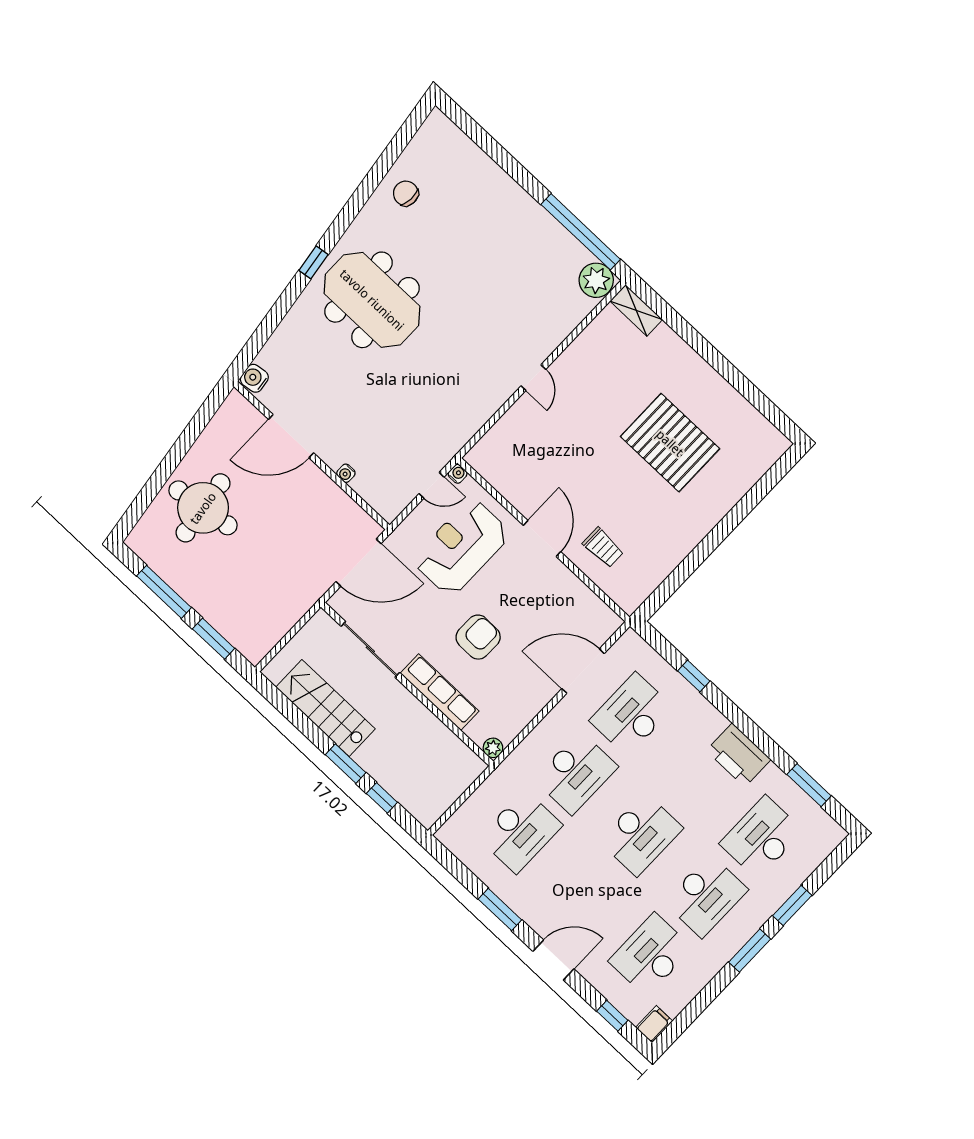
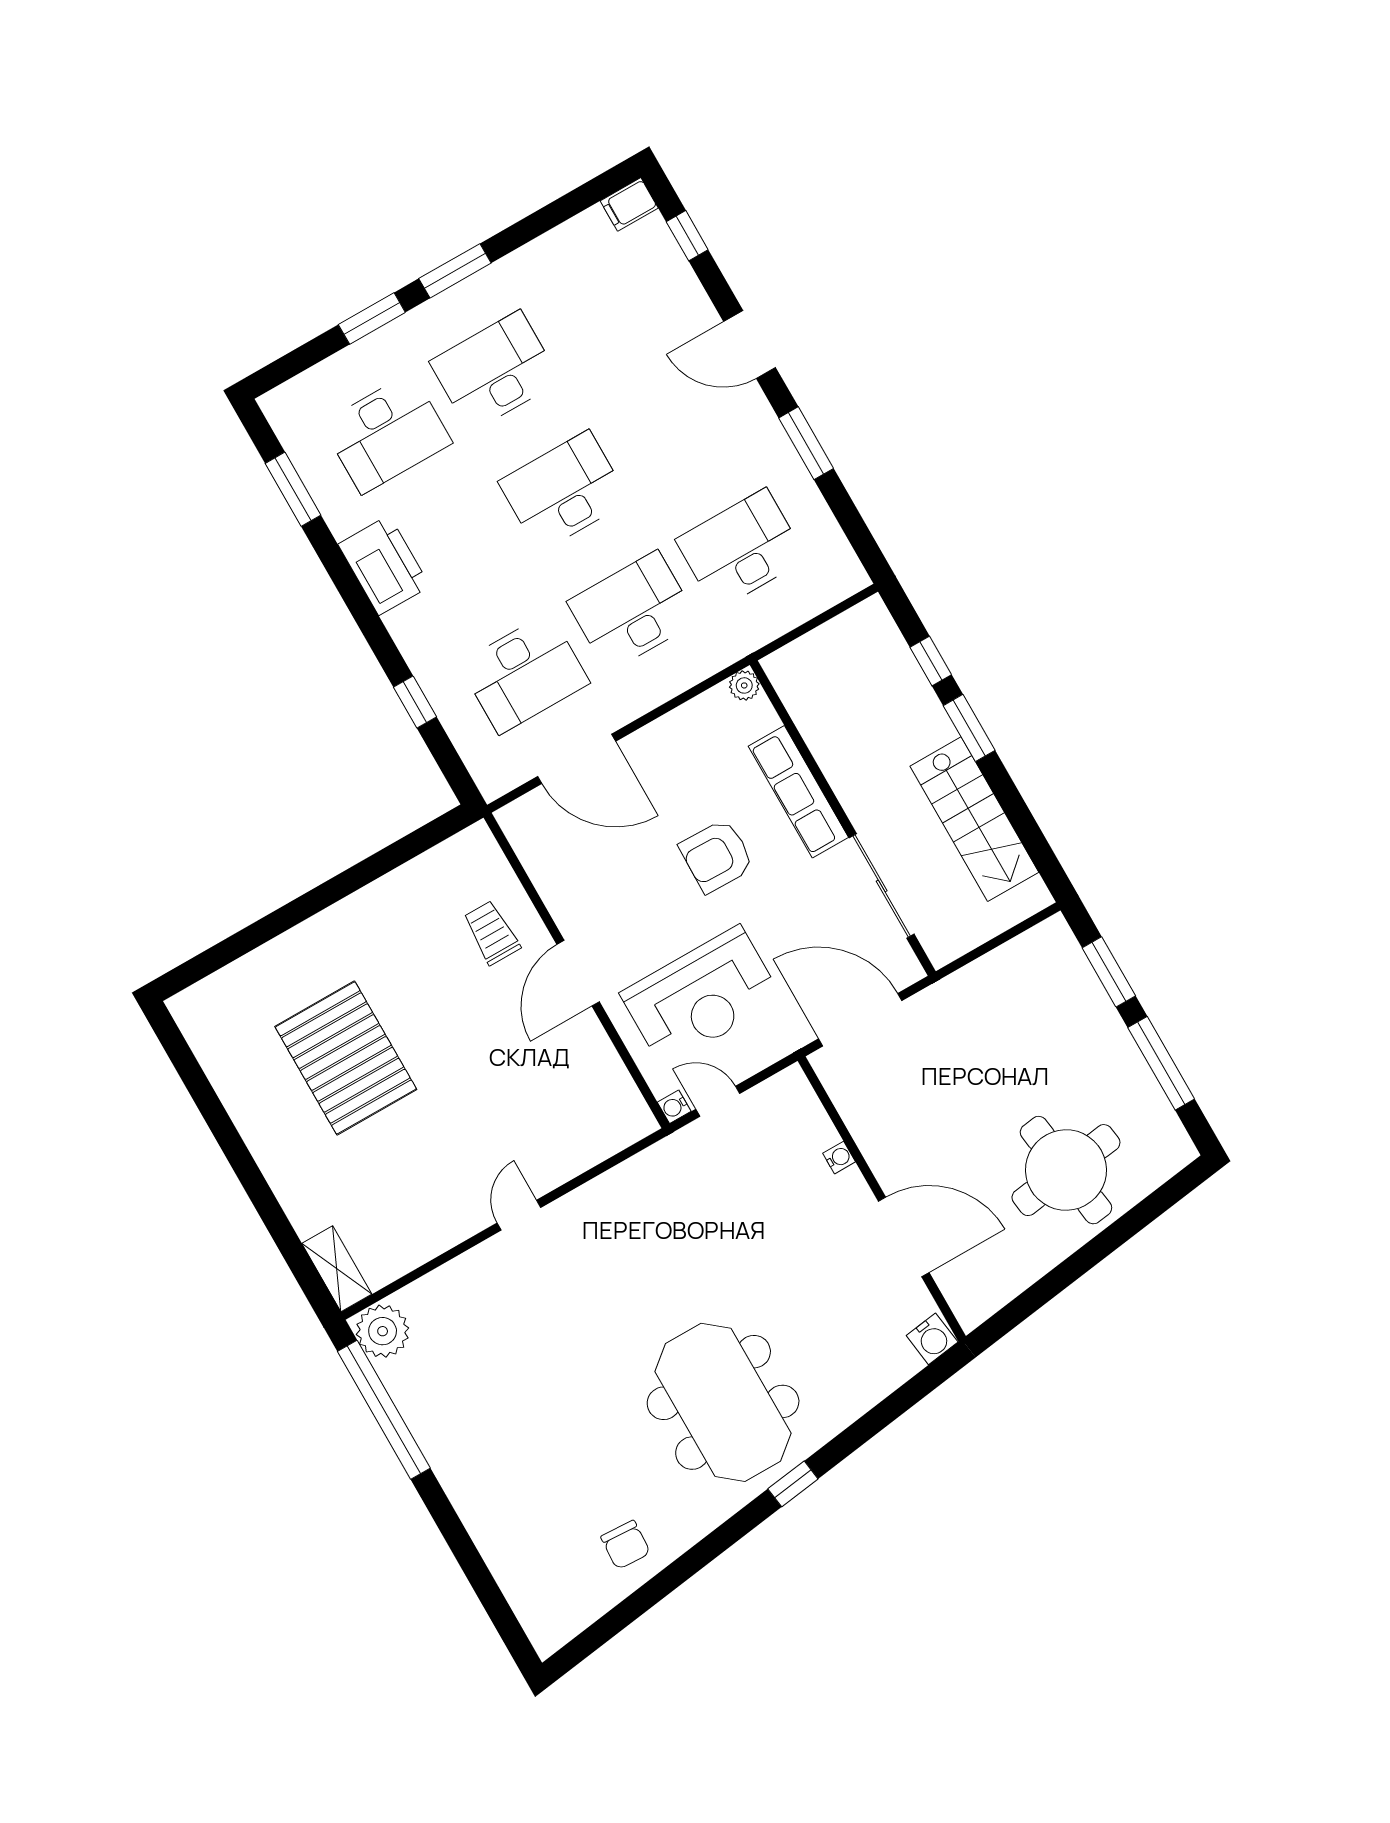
desk: (650, 955) -> (604, 309), removed

